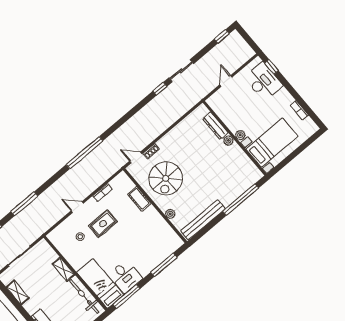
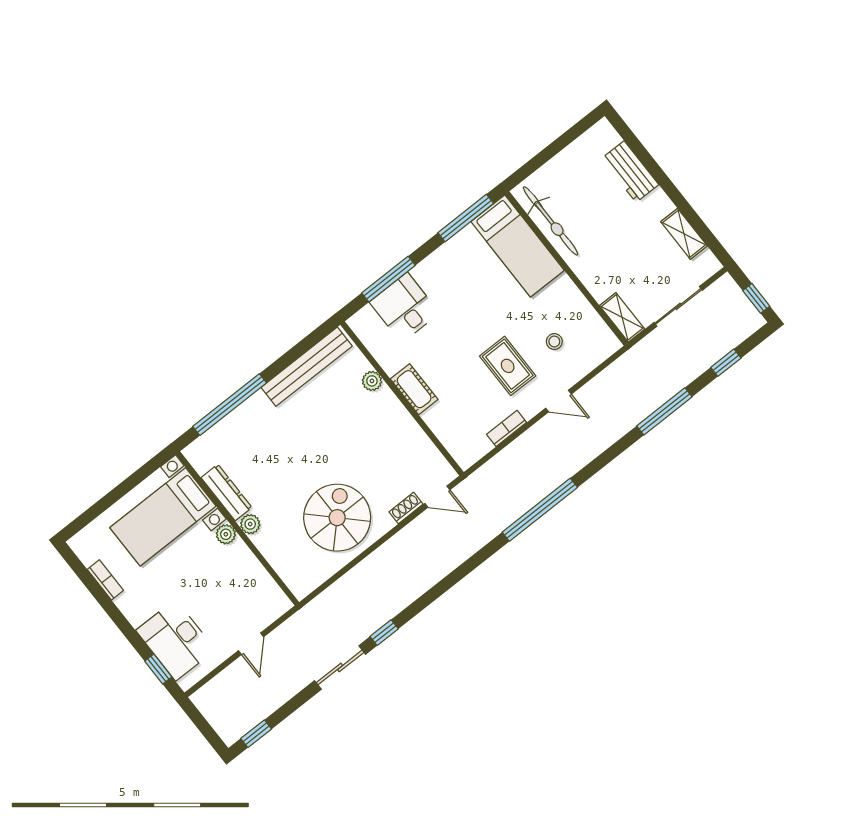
dresser: (215, 126) -> (226, 493), moved
spiral stairs: (166, 178) -> (337, 518), moved
cot: (139, 199) -> (414, 389), moved
rug: (103, 224) -> (508, 366), turned 90
shelving: (63, 269) -> (622, 317), moved
desk: (125, 276) -> (404, 308), moved

